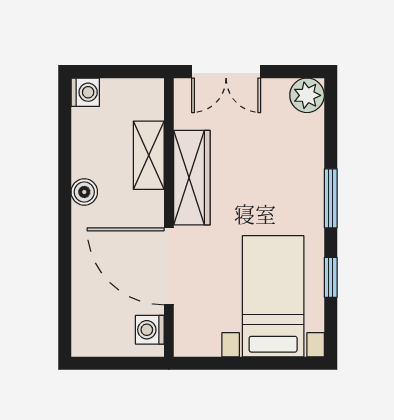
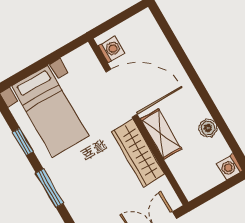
shelving: (149, 155) -> (161, 134), moved
boiler: (84, 192) -> (208, 128), moved

